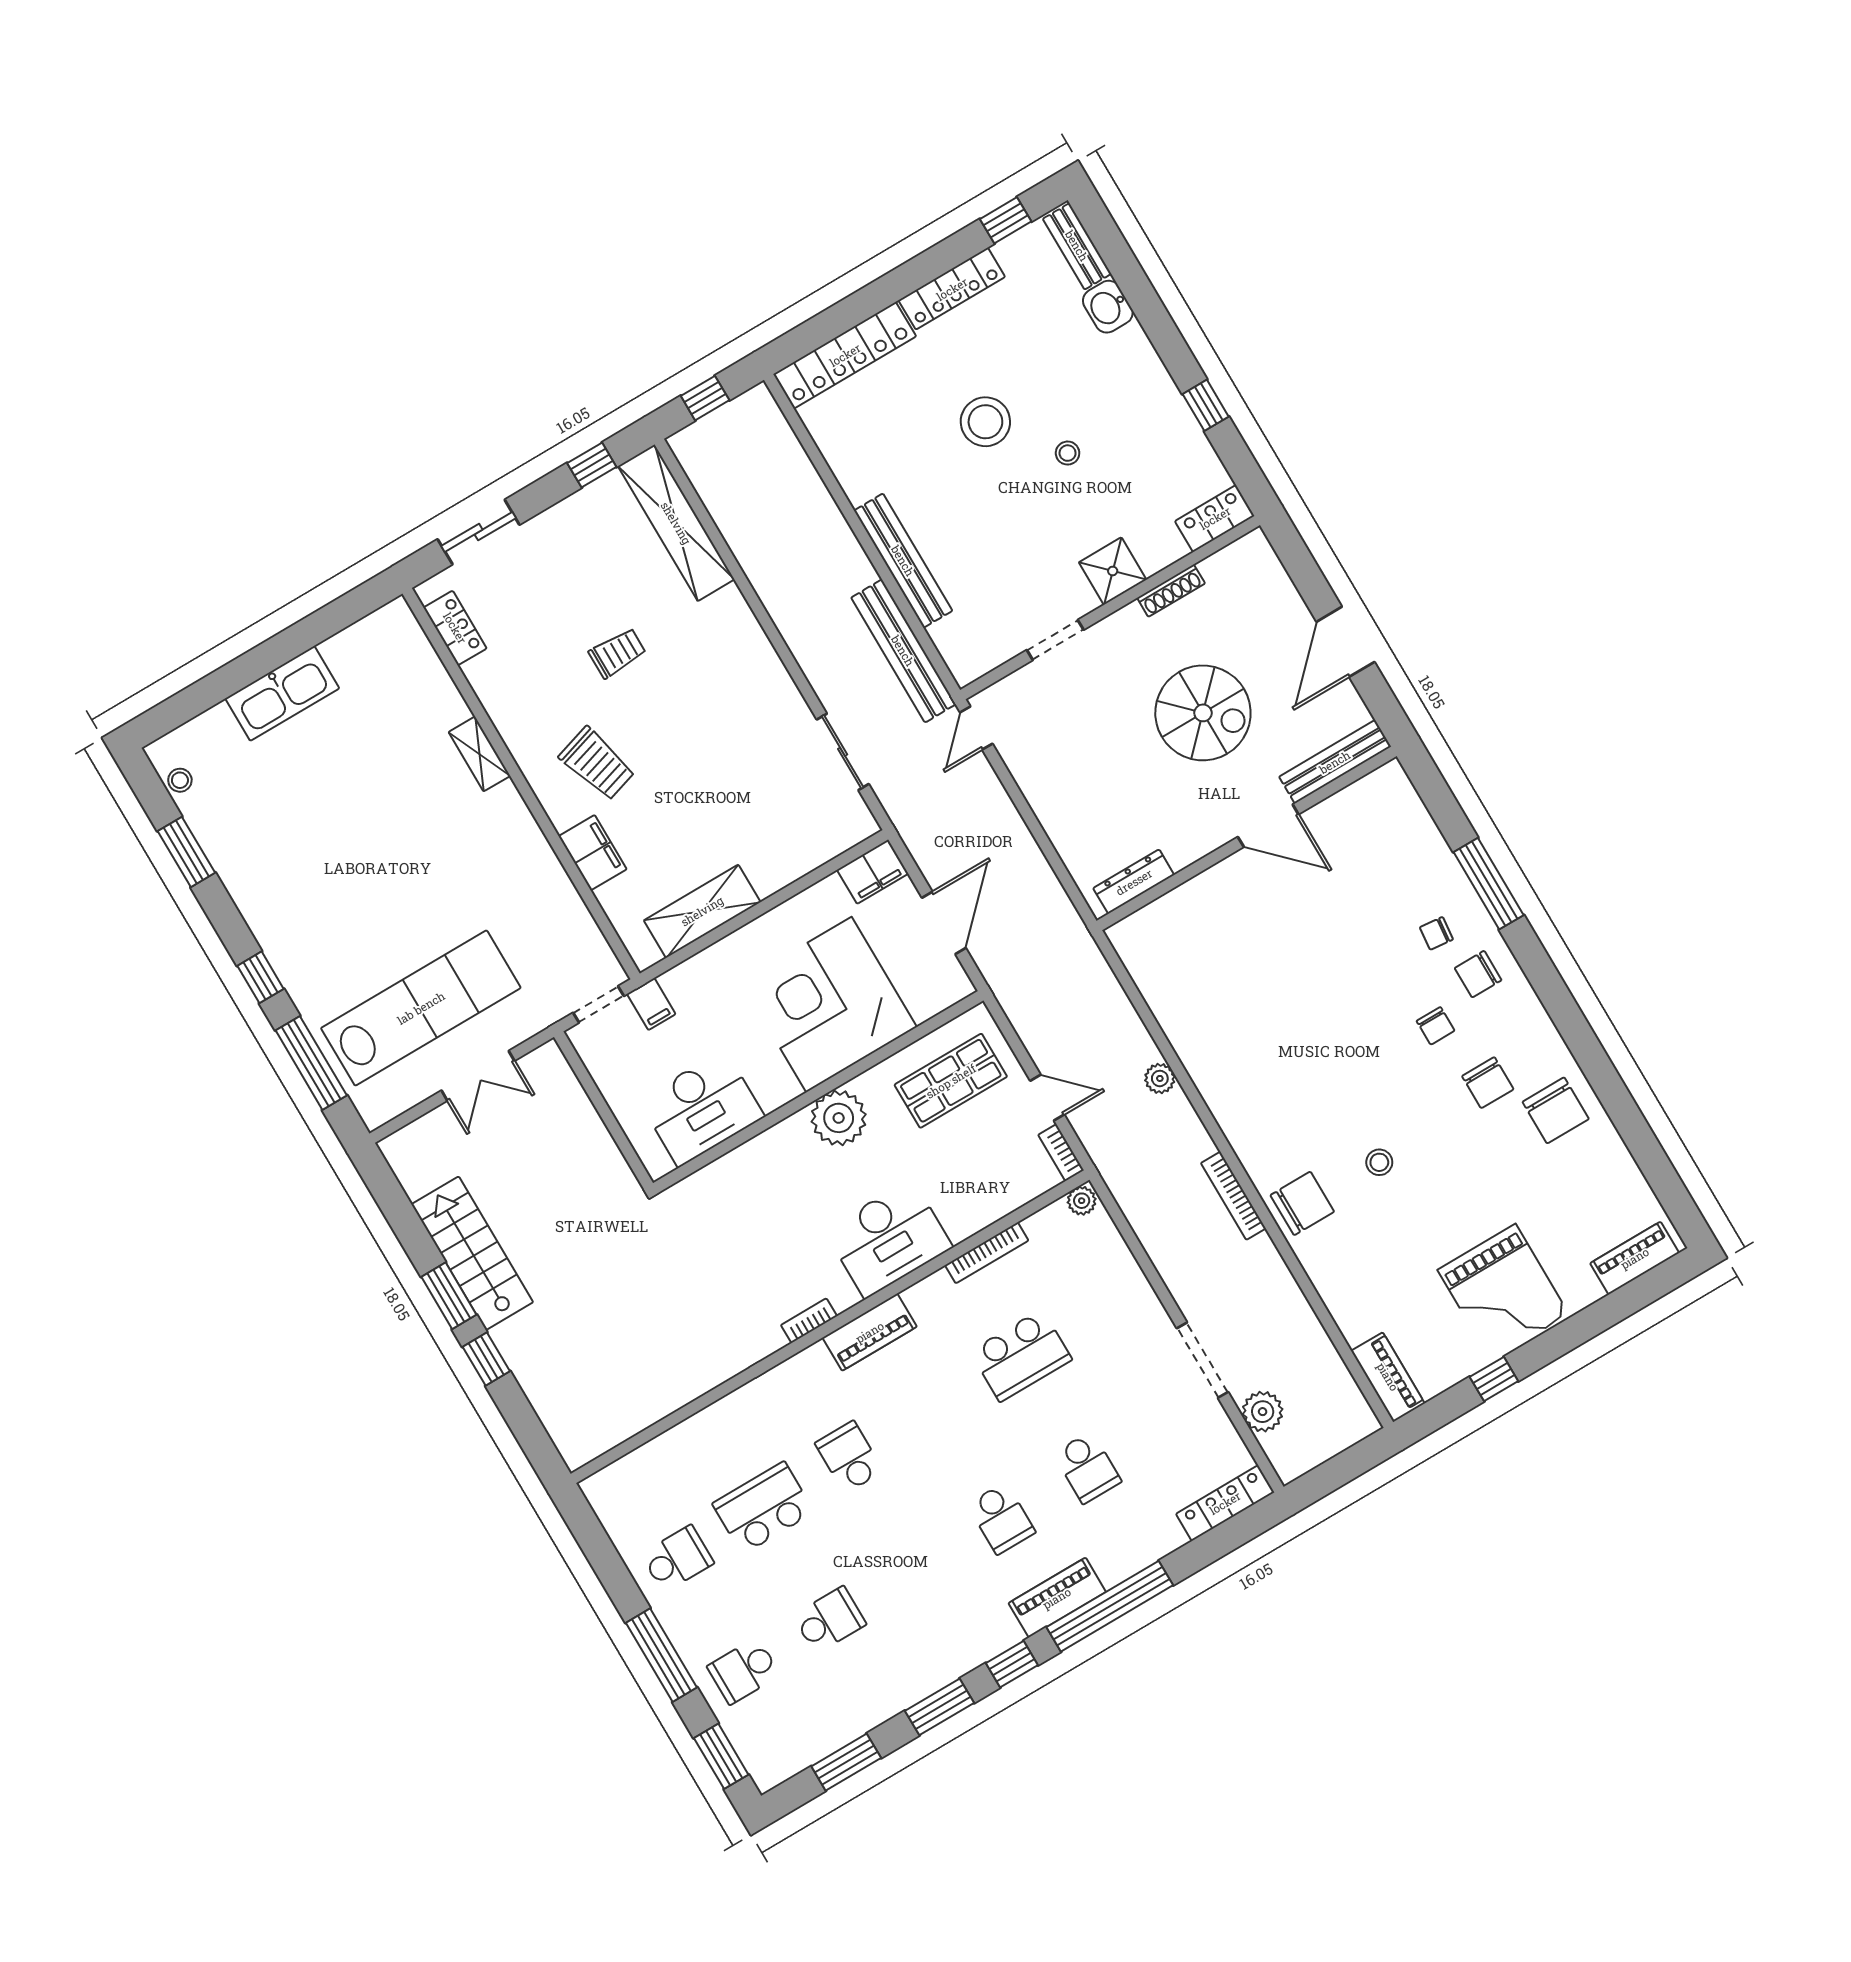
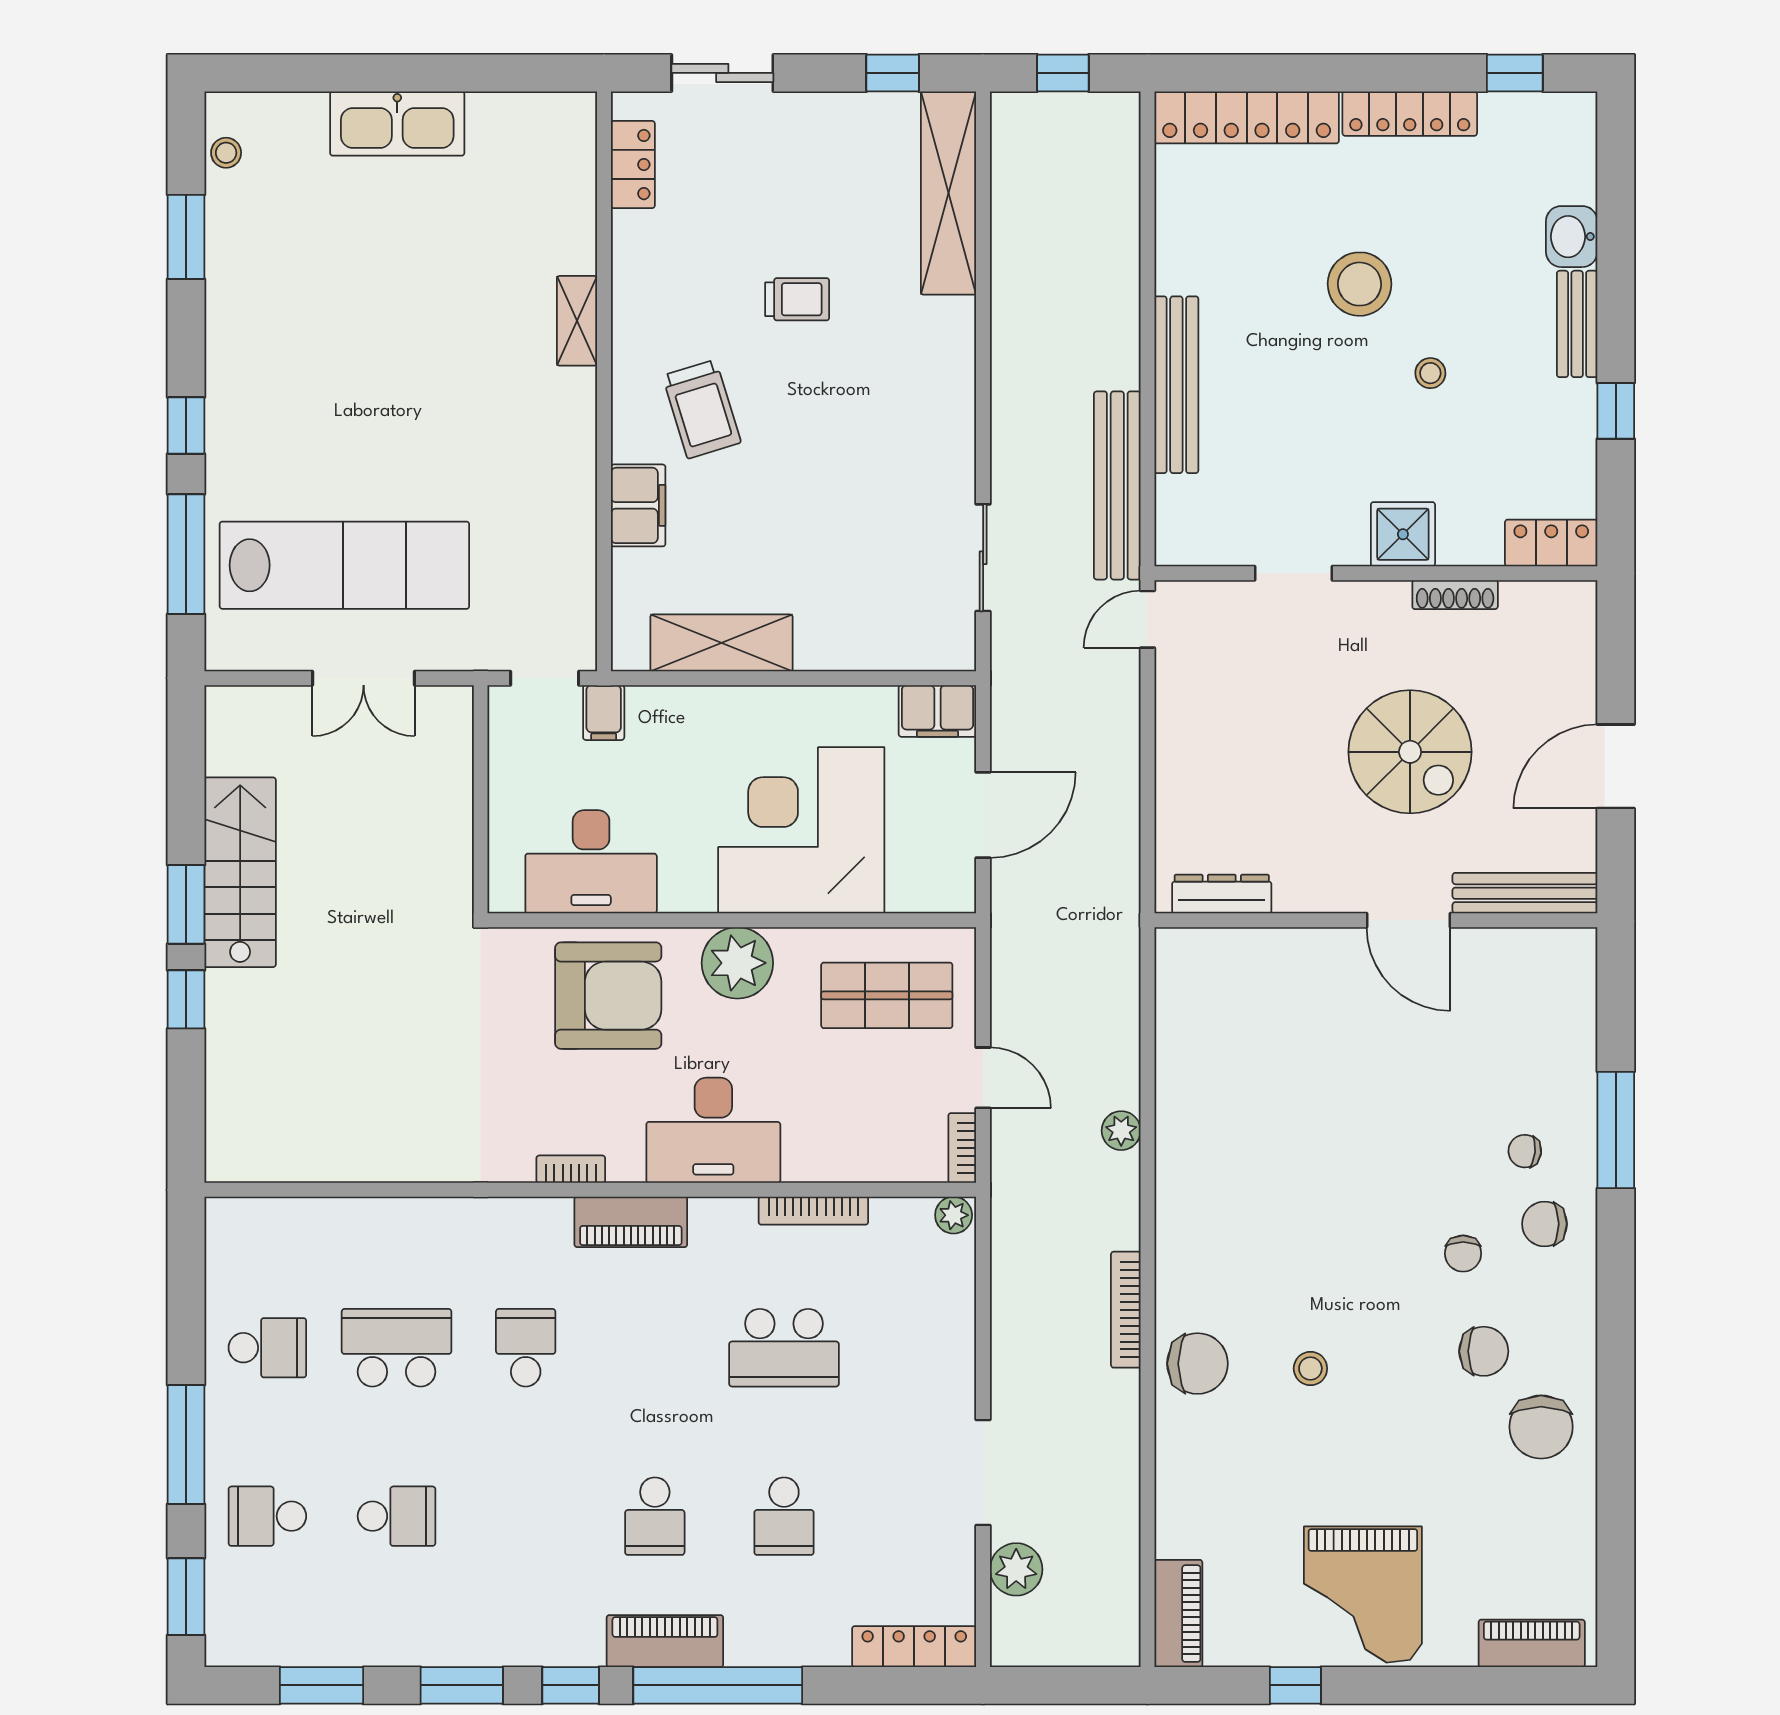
bench: (1077, 246) -> (1577, 324), moved
chair: (1488, 1083) -> (1484, 1351), turned -90
armchair: (766, 1190) -> (608, 996), added

